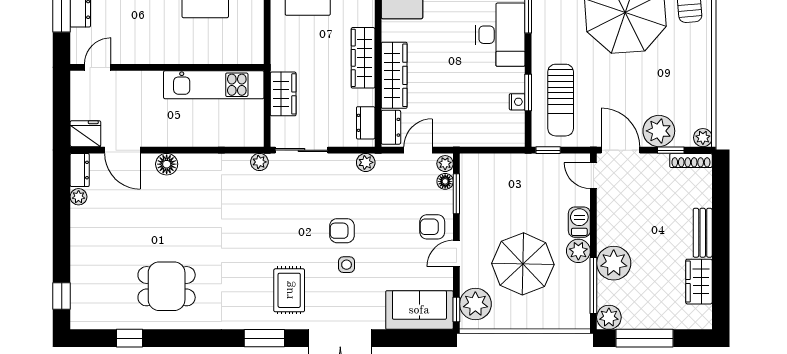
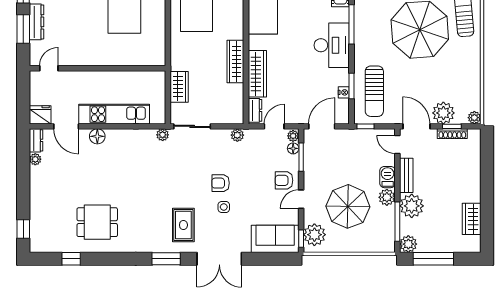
kitchen unit: (214, 85) -> (114, 114), moved, turned 180
dresser: (366, 123) -> (237, 107), removed
door: (486, 150) -> (322, 126), added
shoe rack: (691, 160) -> (452, 134), moved
bench: (703, 233) -> (406, 175), moved

